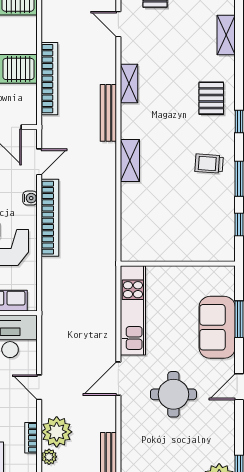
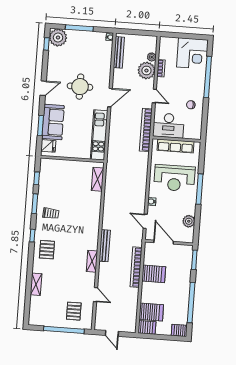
shelving: (130, 161) -> (98, 179), moved
door: (39, 162) -> (145, 221), hinge flipped
bookcase: (50, 218) -> (146, 130), moved
fridge: (222, 284) -> (48, 146), added

